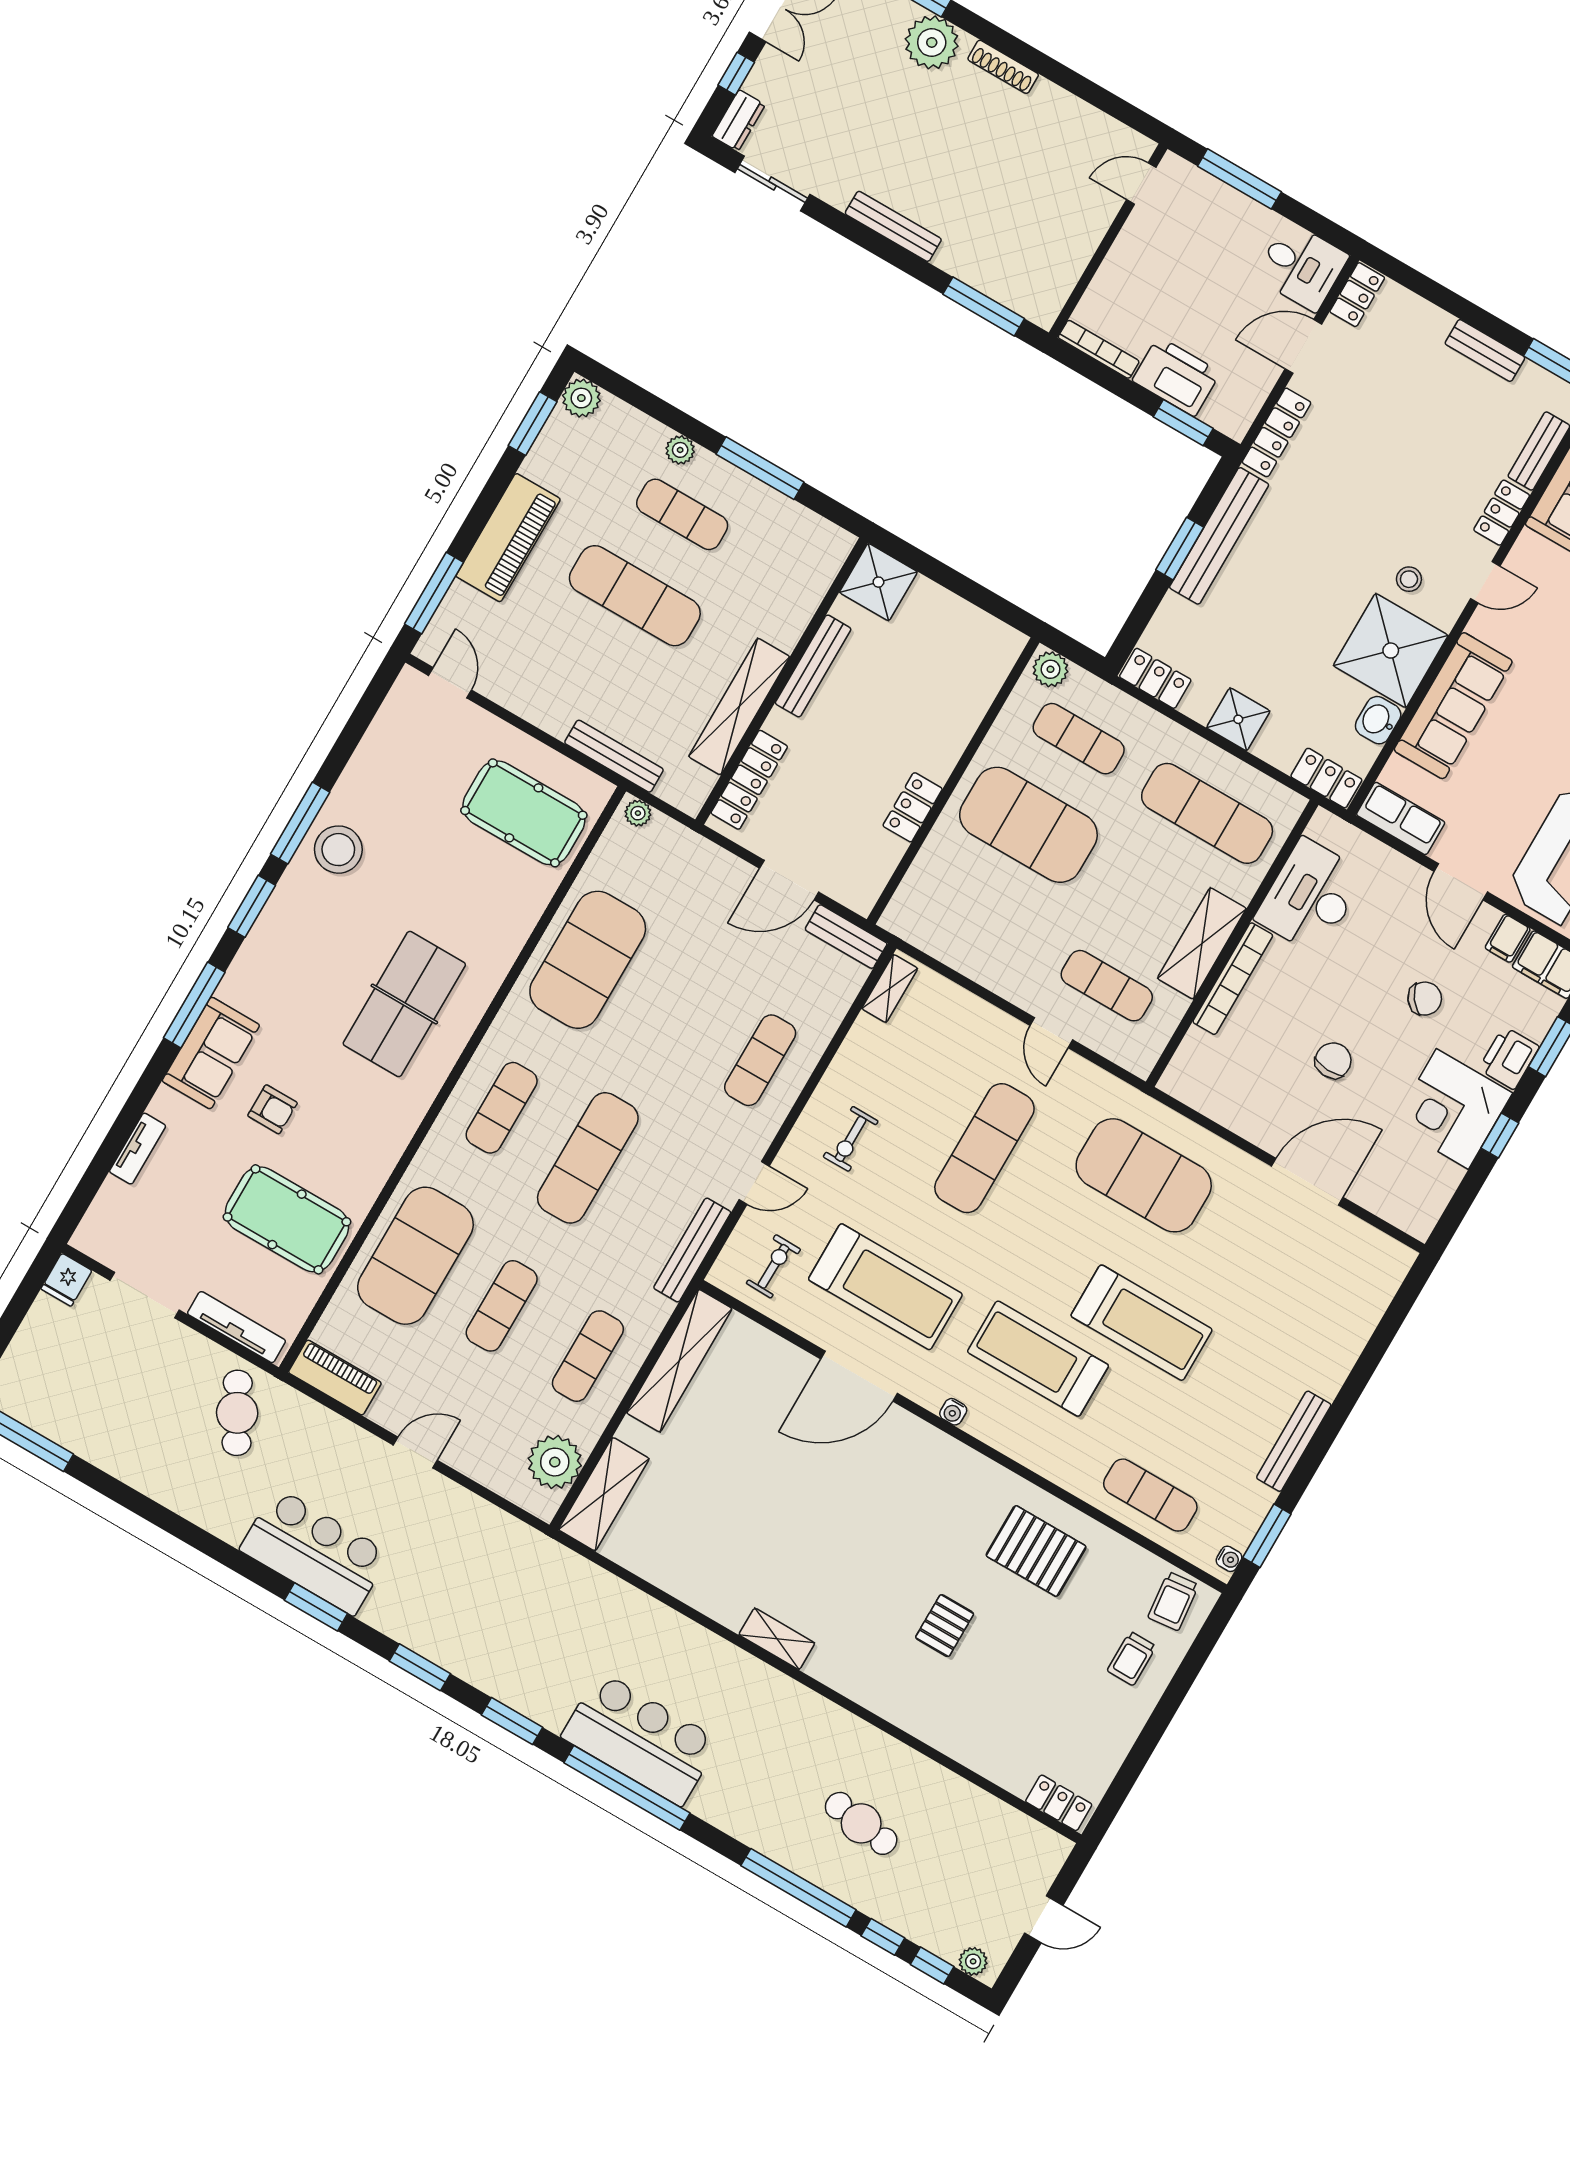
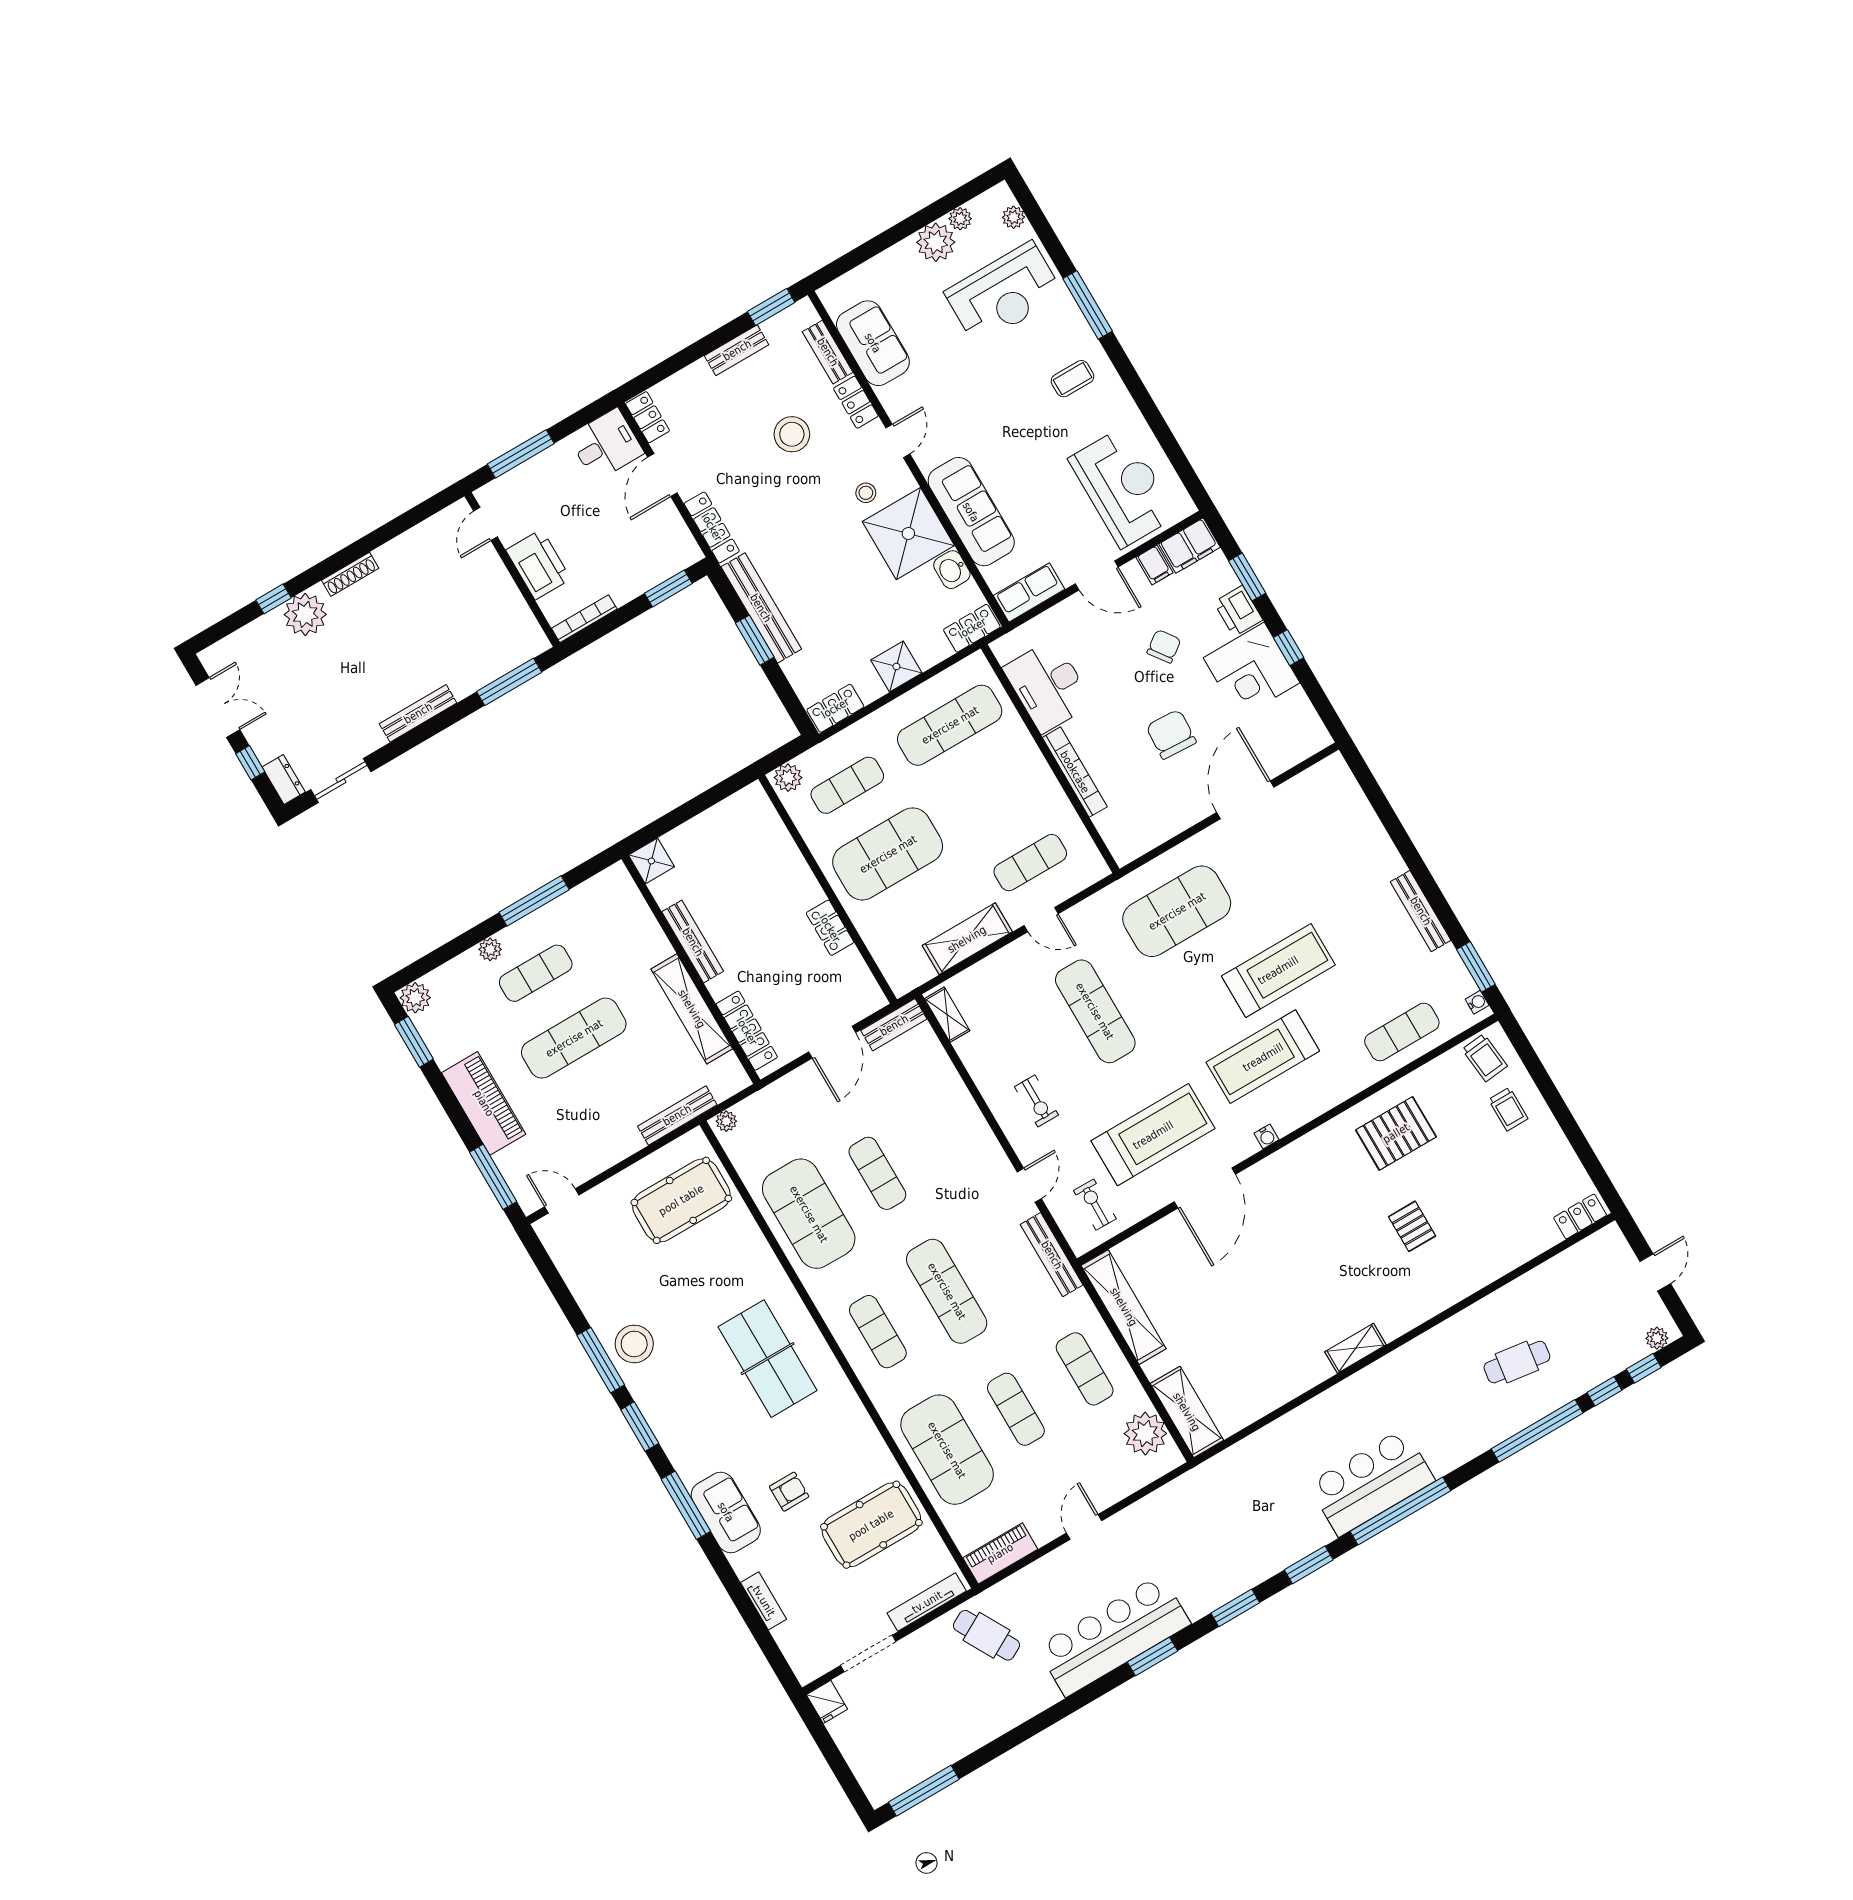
printer: (1176, 376) -> (538, 565), moved, turned 90
stool: (1427, 463) -> (792, 434), added
shower: (878, 582) -> (651, 861), width x0.73, depth x0.73
shelving: (1202, 943) -> (967, 939), moved, turned 90
exercise mat: (760, 1060) -> (877, 1173), moved
chair: (1333, 1061) -> (1171, 734), width x1.37, depth x1.37
bar counter: (315, 1551) -> (1113, 1636), width x1.36

